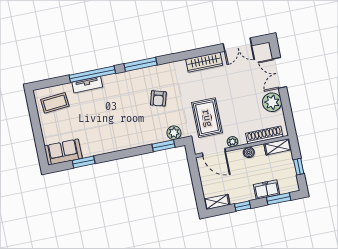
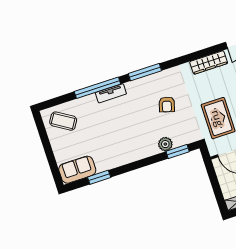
tv unit: (87, 85) -> (111, 93), moved
coffee table: (55, 103) -> (63, 121), turned 37
plant: (174, 133) -> (165, 144), moved

